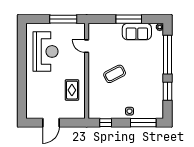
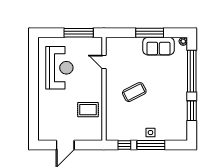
rug: (72, 90) -> (88, 110), turned 90
window: (143, 123) -> (151, 145), moved

